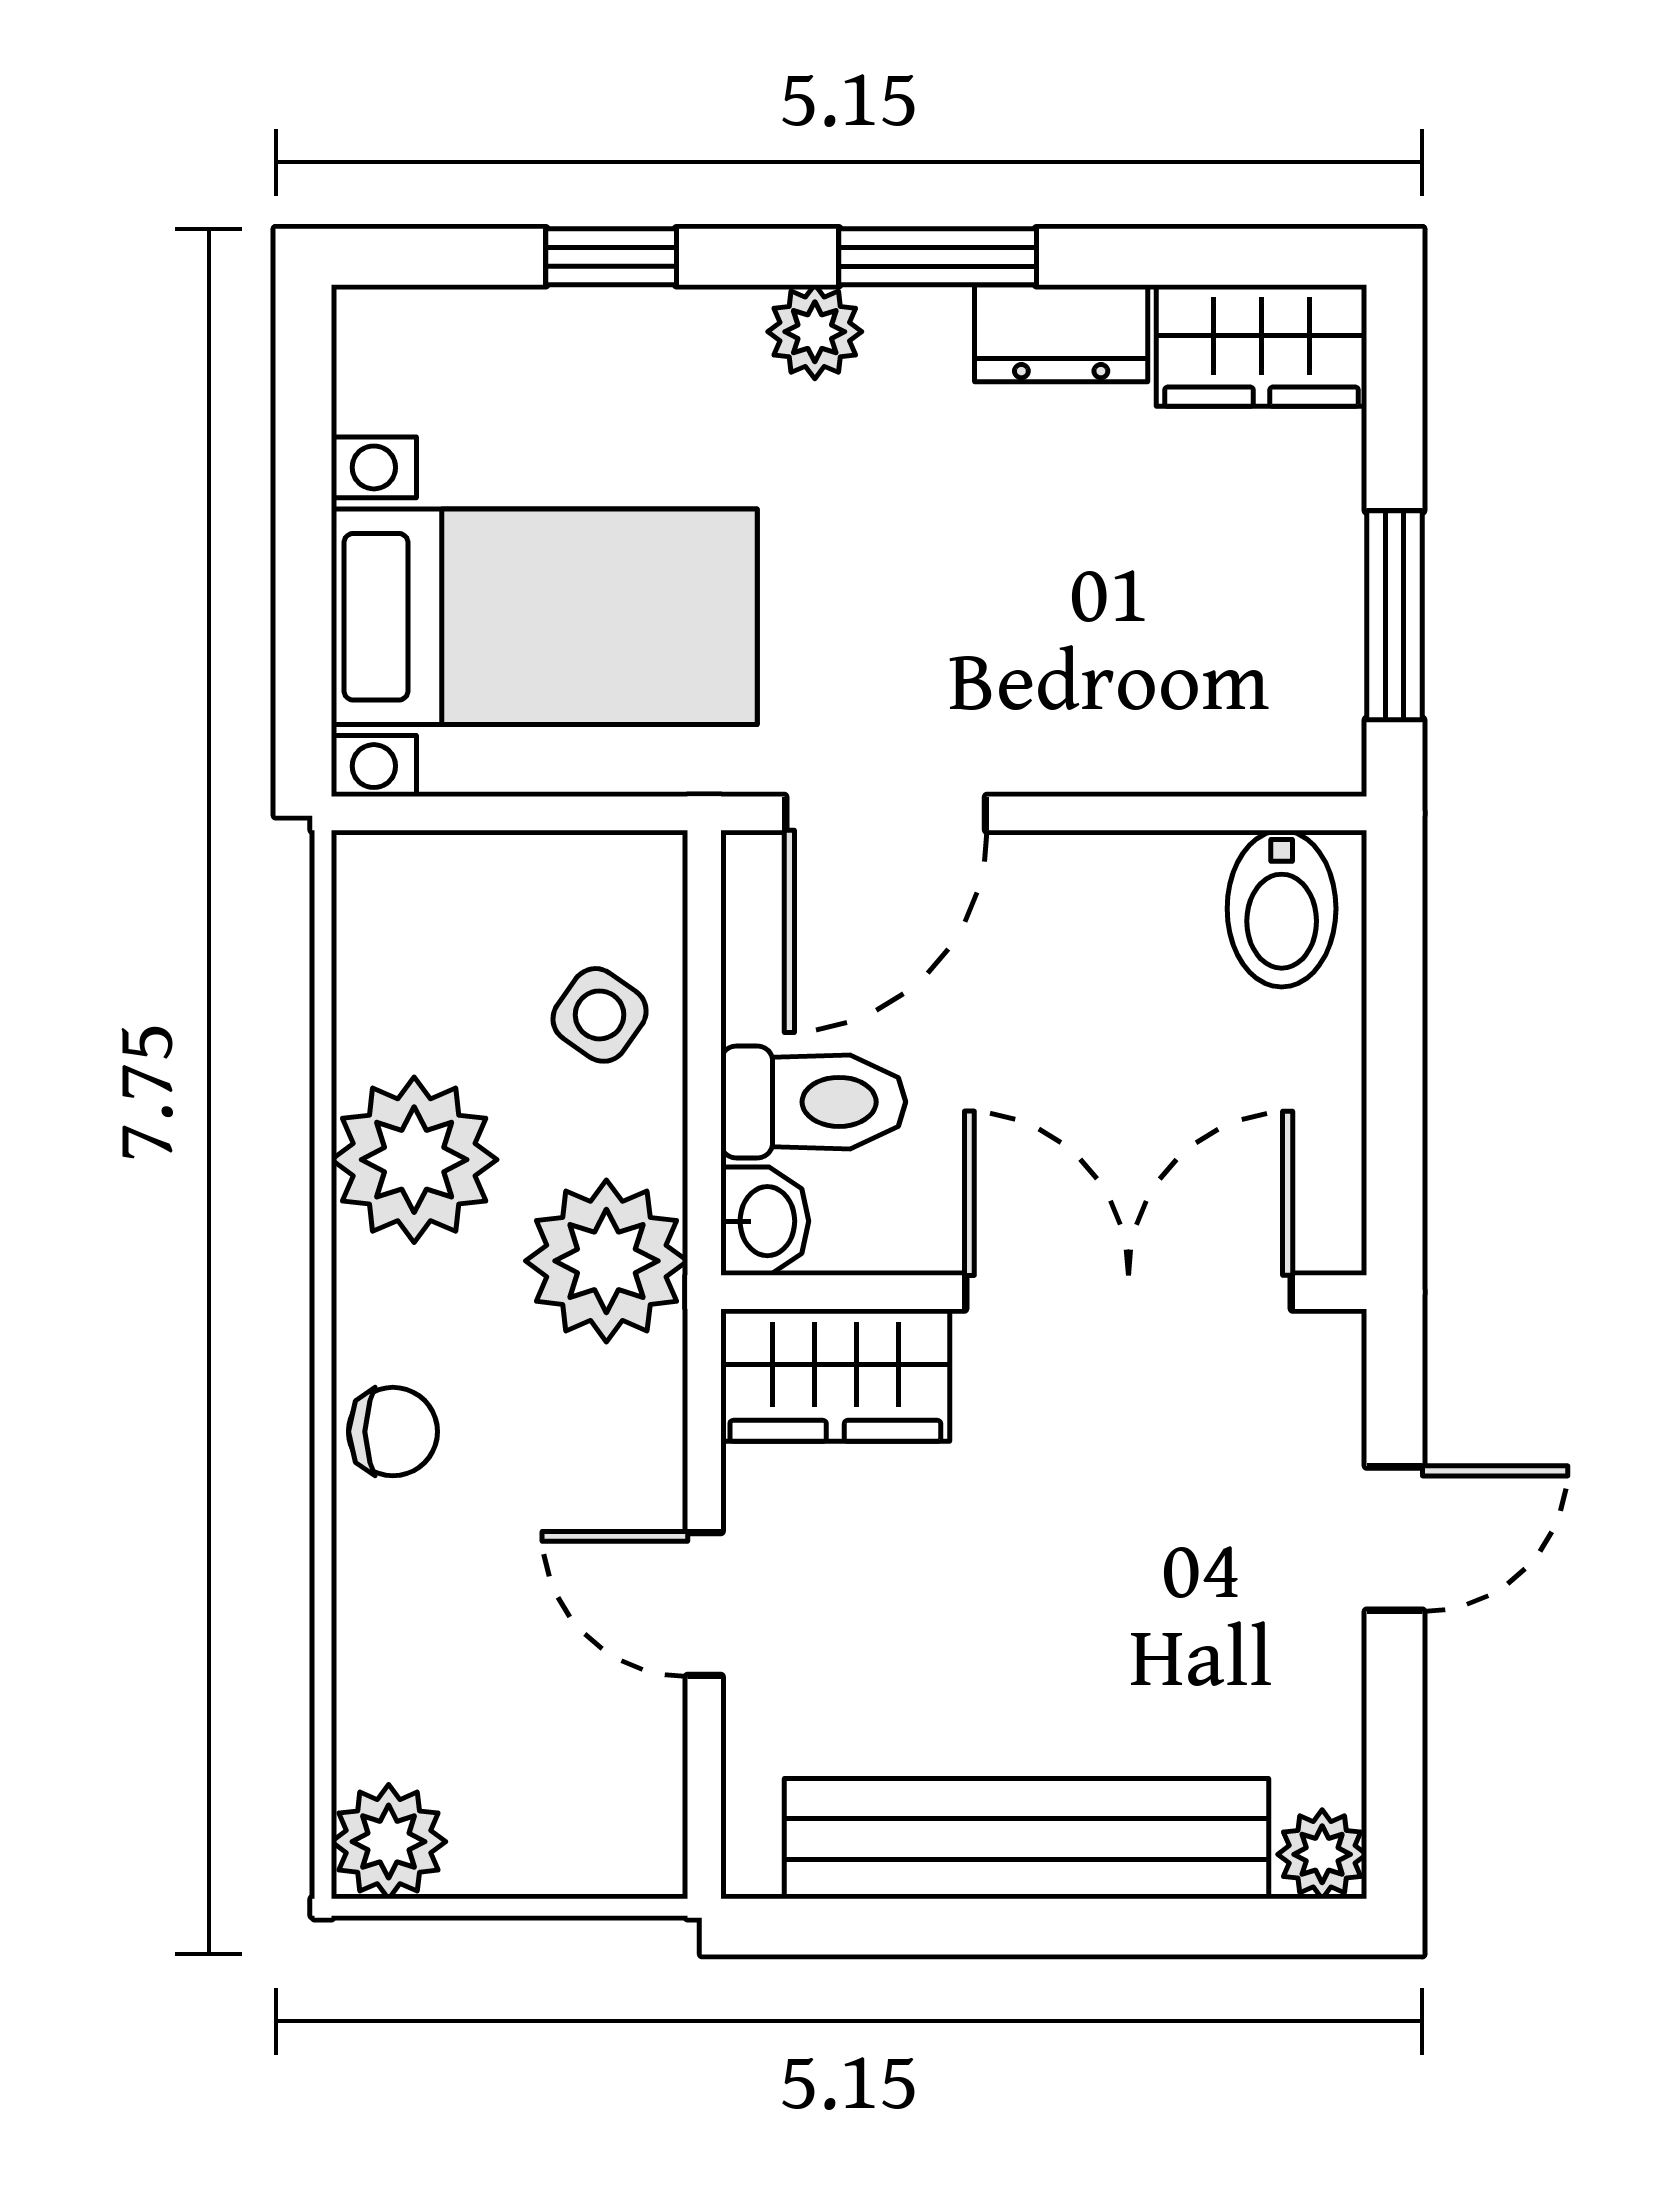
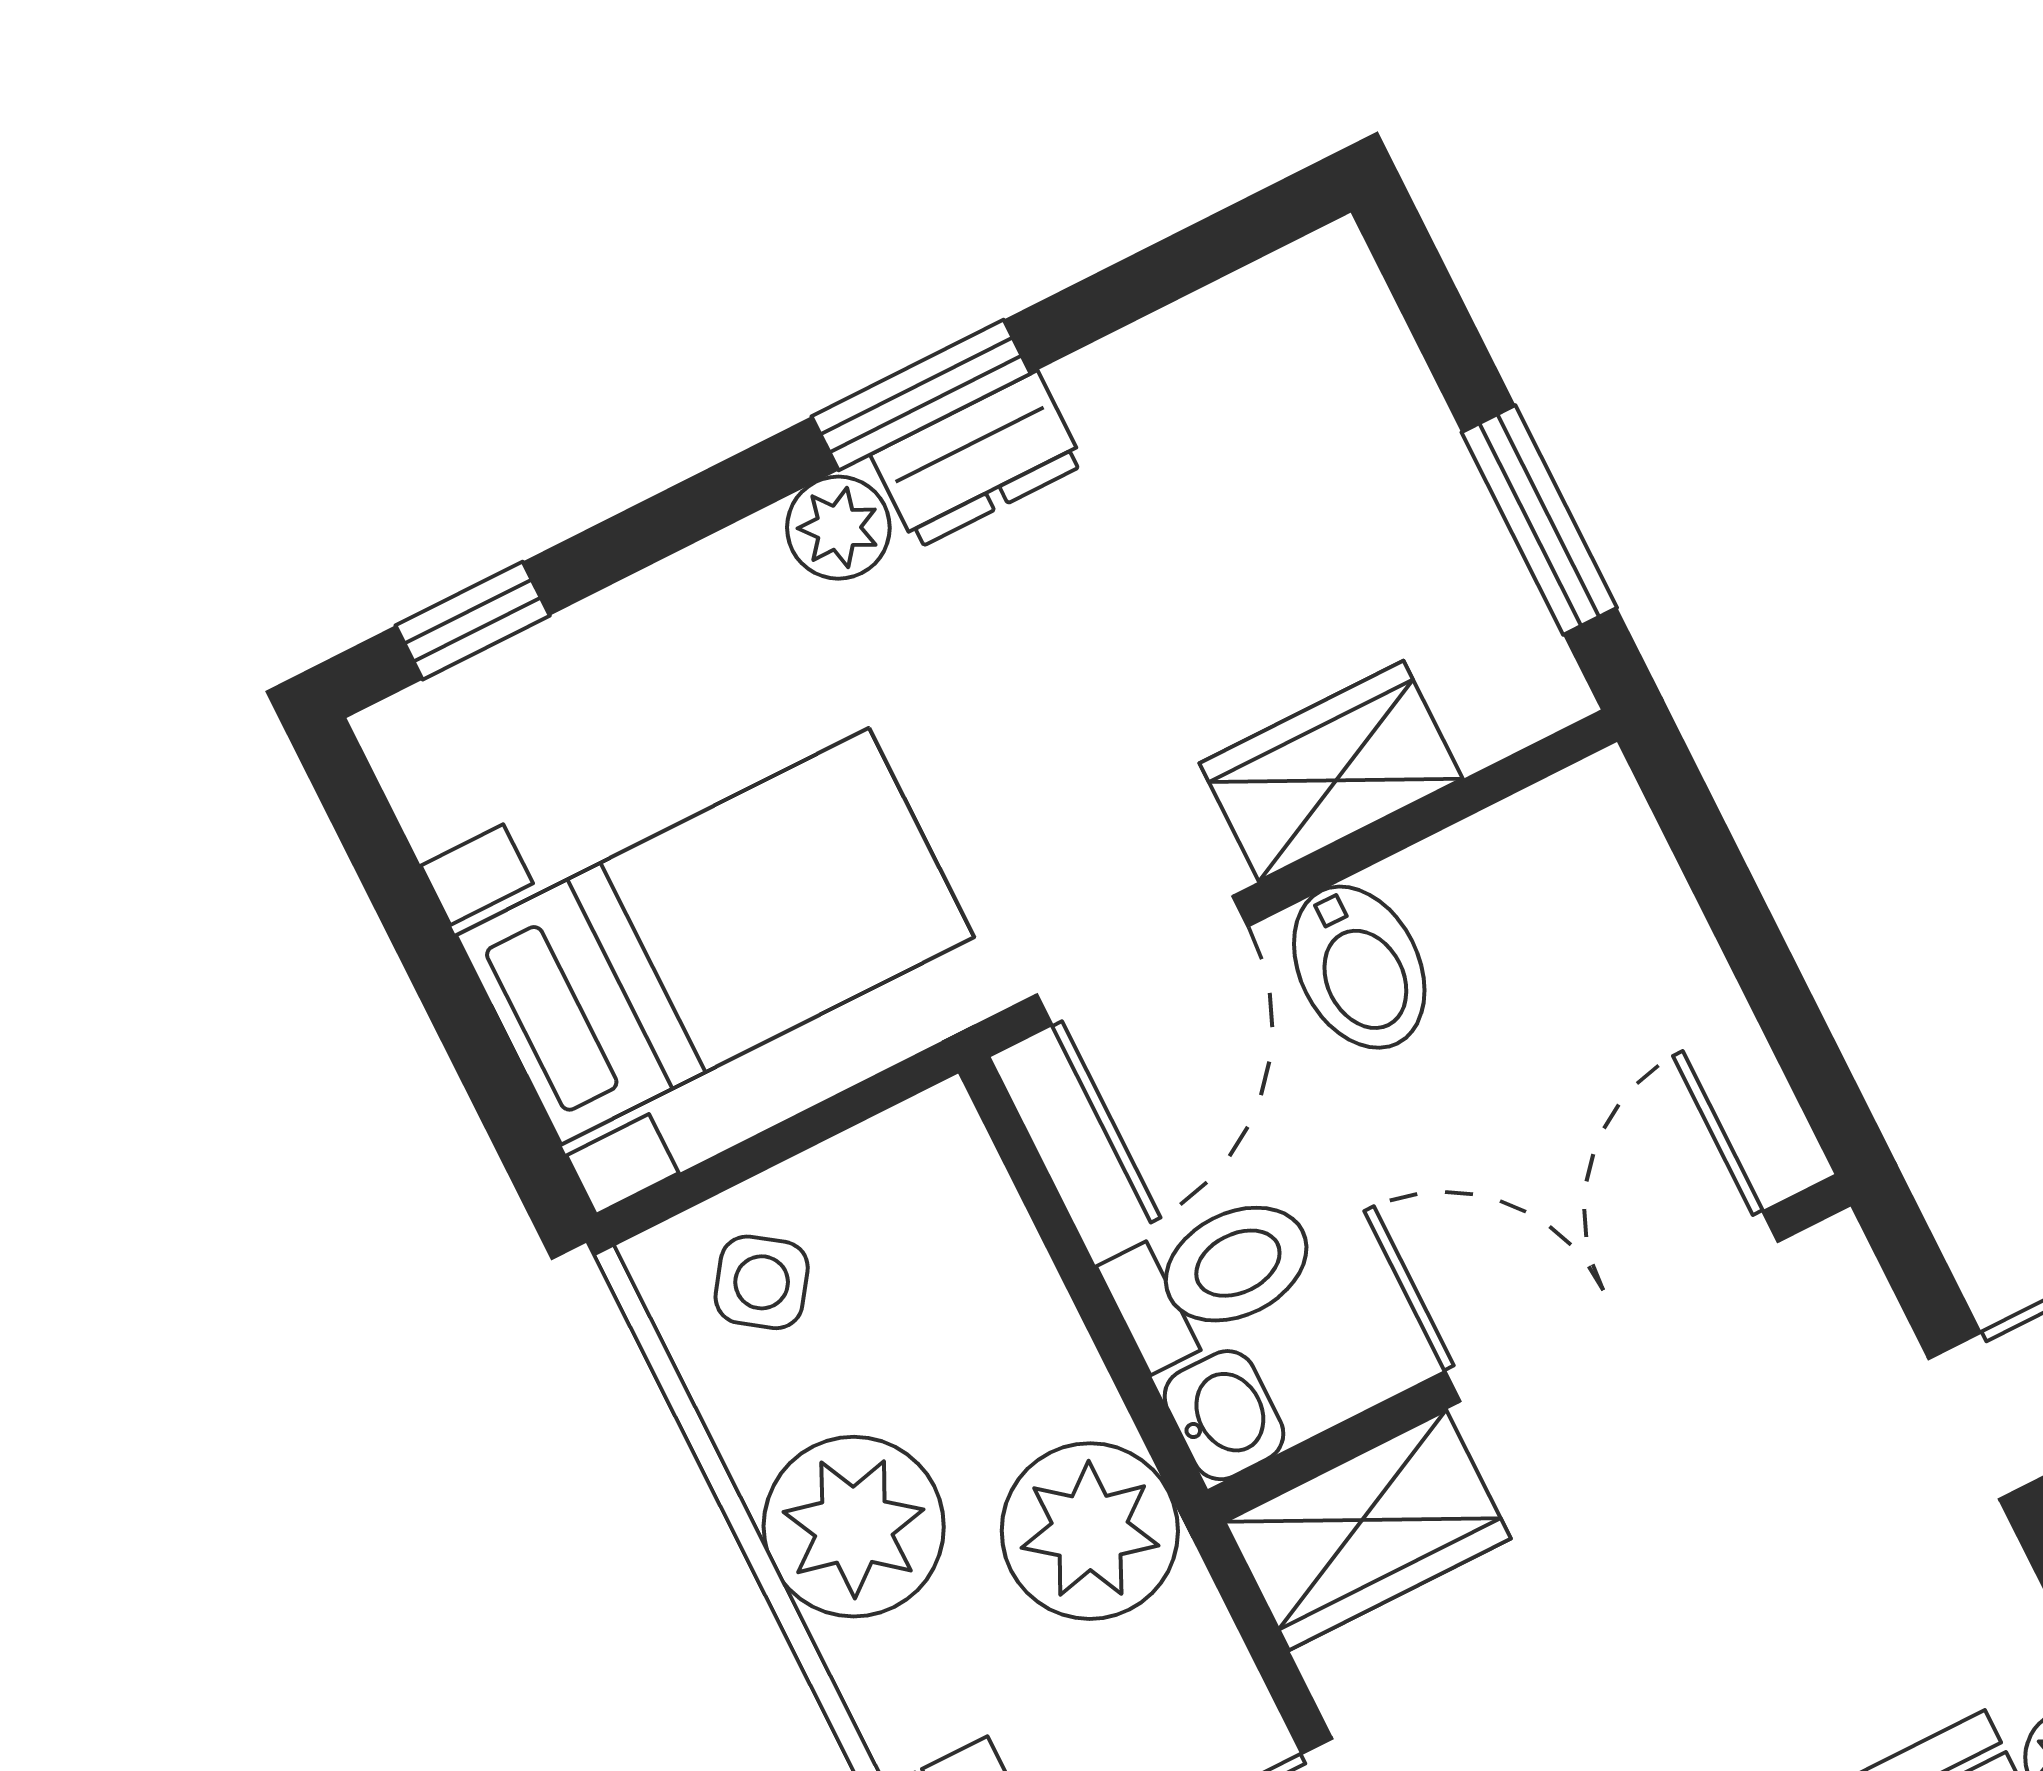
window: (611, 257) -> (473, 621), moved
dresser: (1061, 333) -> (977, 460), moved
wardrobe: (1262, 346) -> (1331, 771), moved, turned 180
bidet: (1282, 909) -> (1359, 967), moved
side table: (600, 1015) -> (762, 1282), moved

